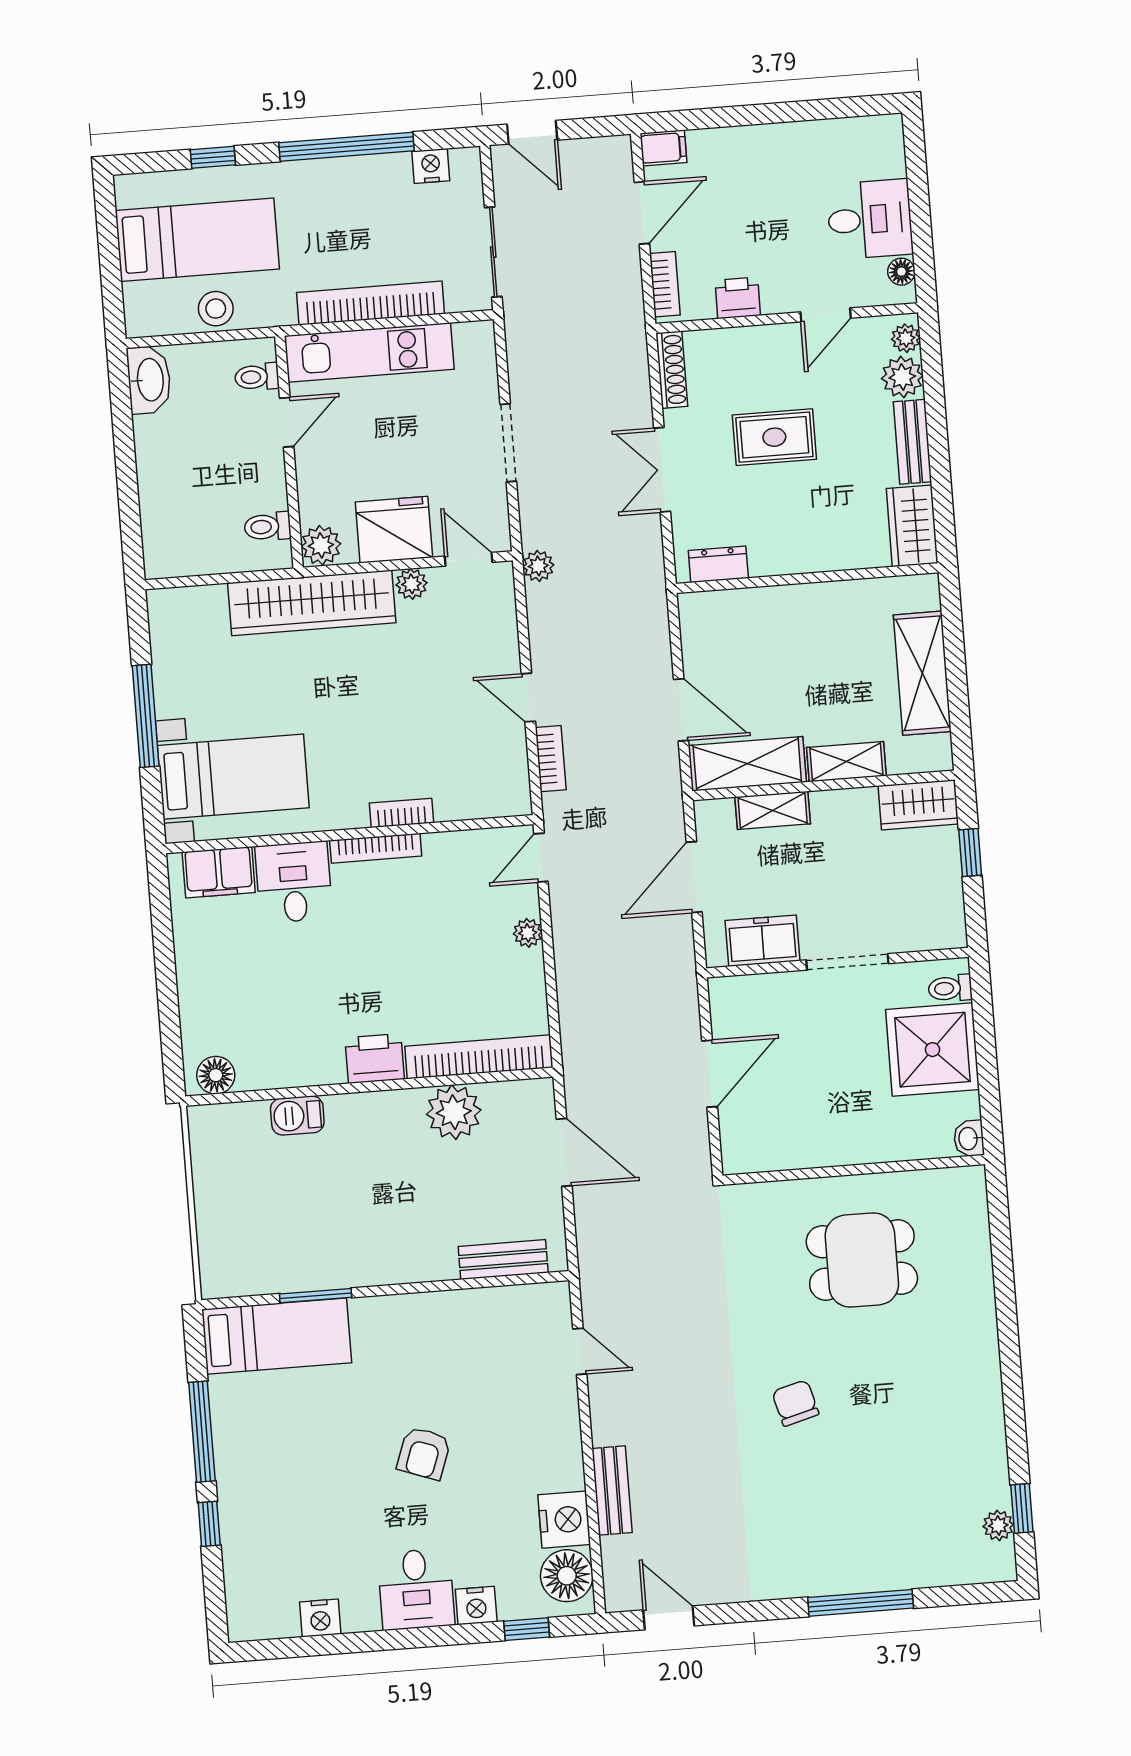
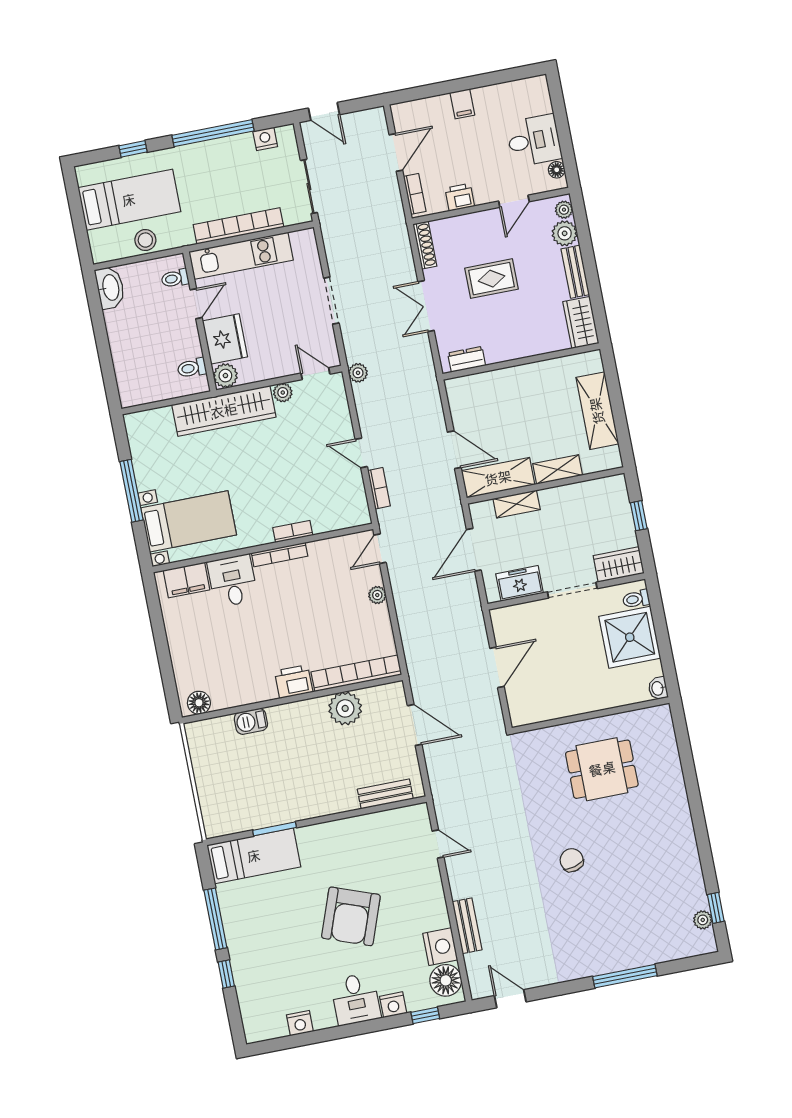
filing cabinet: (663, 148) -> (462, 104), moved, turned 90
fridge: (394, 530) -> (225, 339), moved, turned 90
wardrobe: (918, 805) -> (619, 564), moved, turned 180
armchair: (424, 1453) -> (351, 916), width x1.88, depth x1.88

